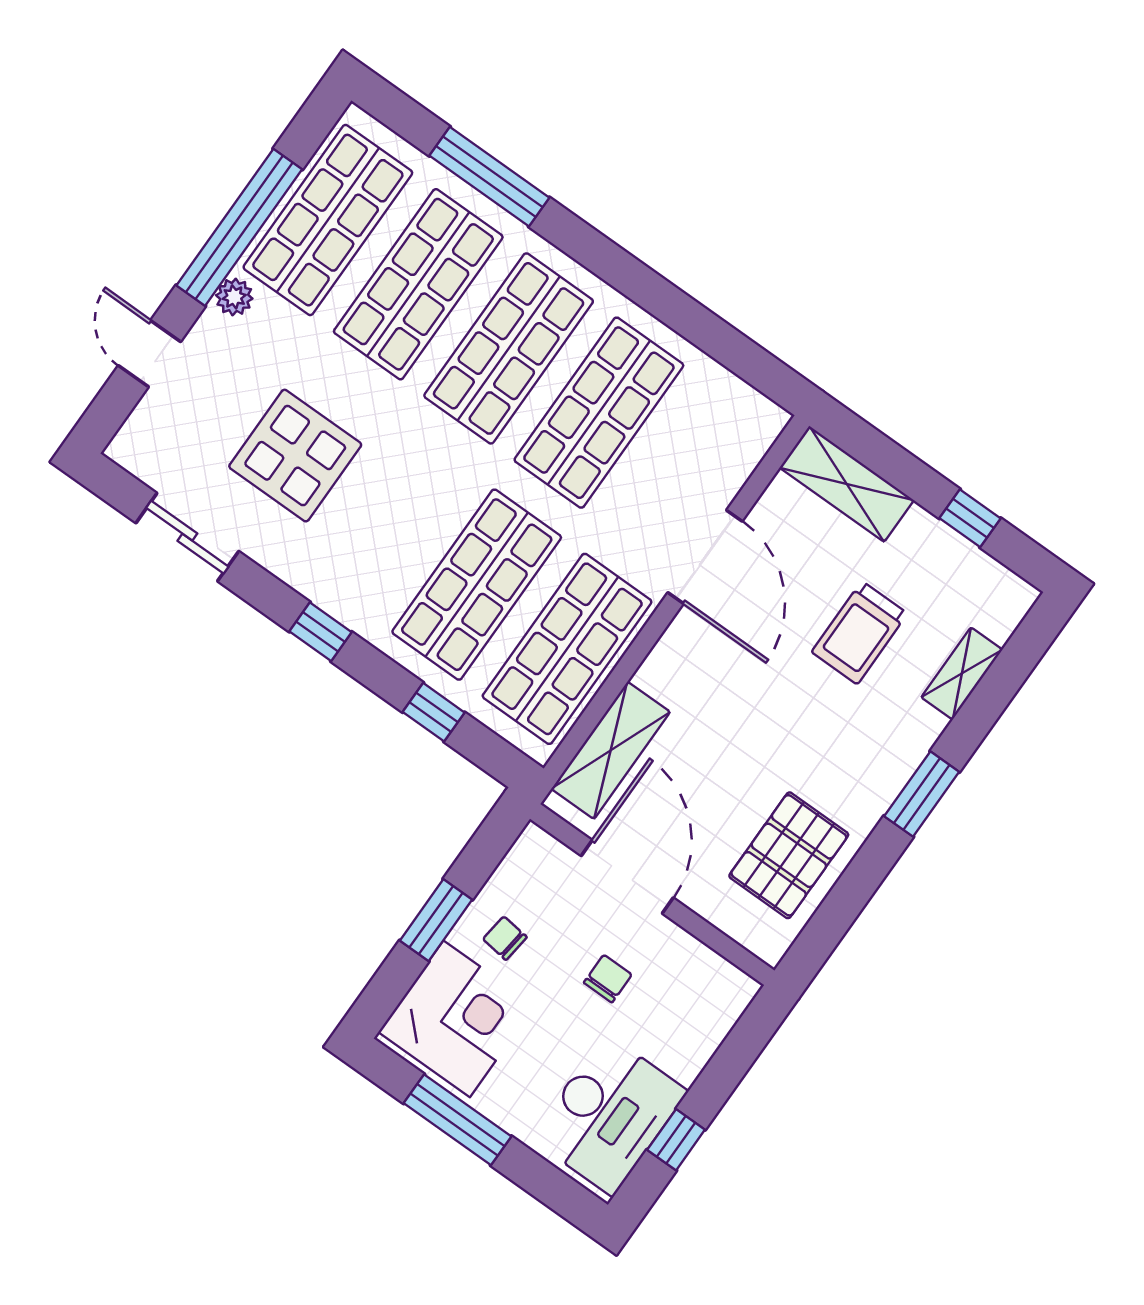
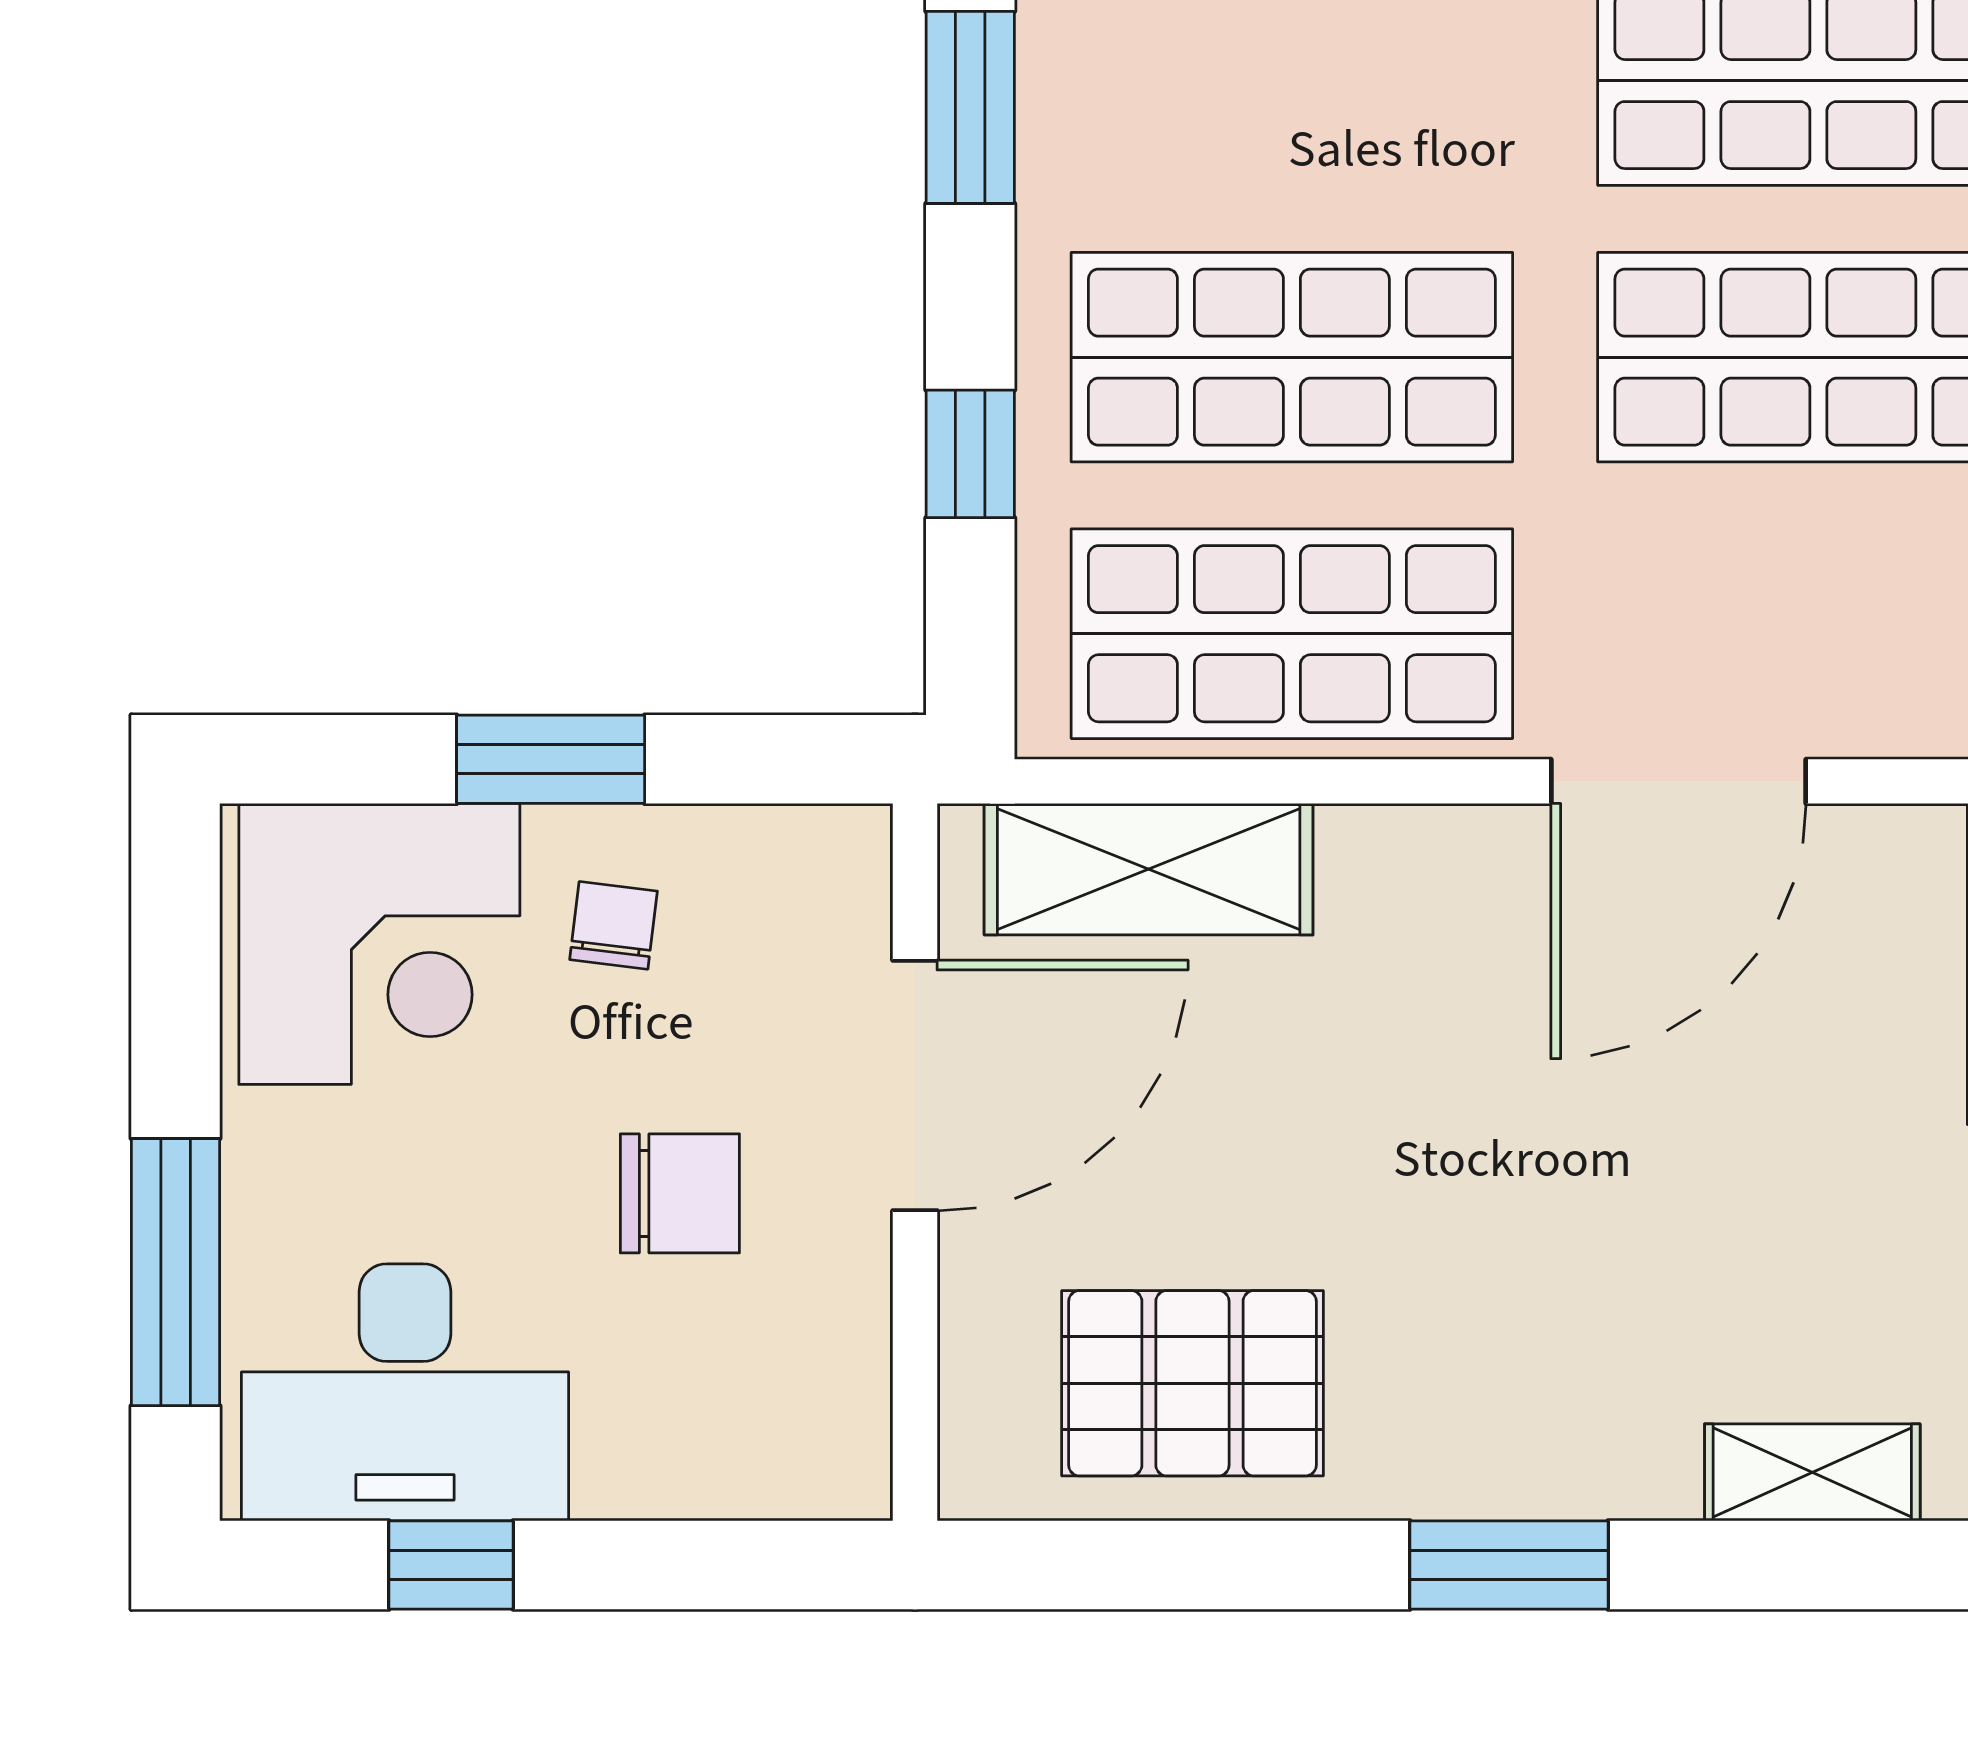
window: (320, 632) -> (970, 107), width x1.50
trolley: (860, 633) -> (1748, 1205), removed
chair: (608, 979) -> (680, 1193), width x1.37, depth x1.37
window: (458, 1120) -> (176, 1272), moved

